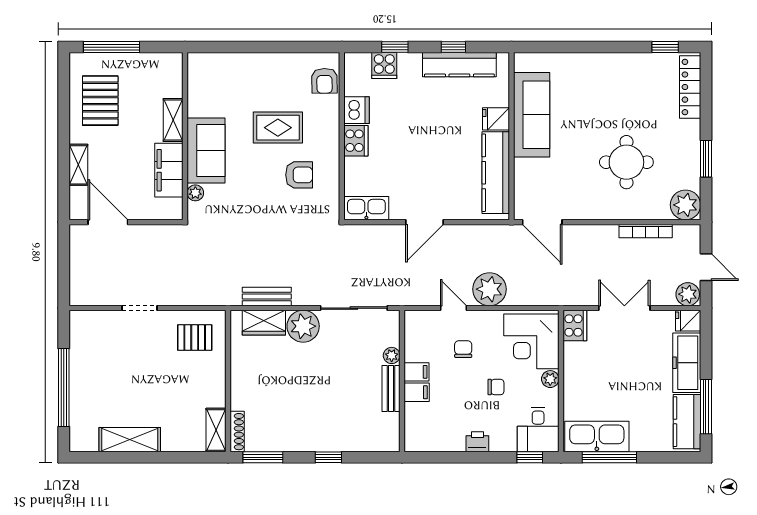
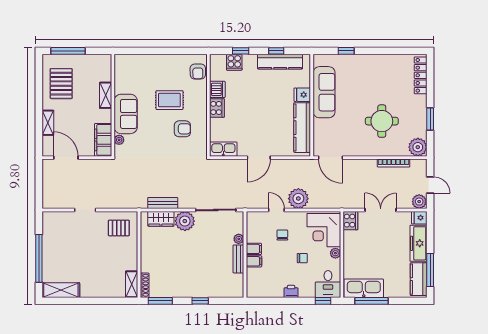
window: (665, 47) -> (346, 51), moved
filing cabinet: (169, 170) -> (103, 140), moved
shelving: (130, 440) -> (61, 290), moved

